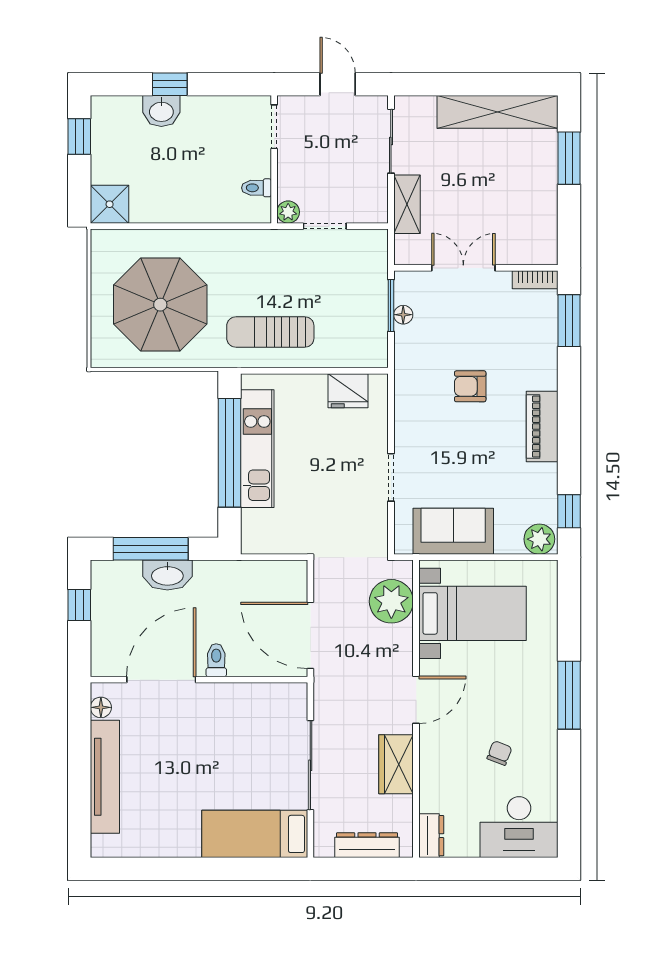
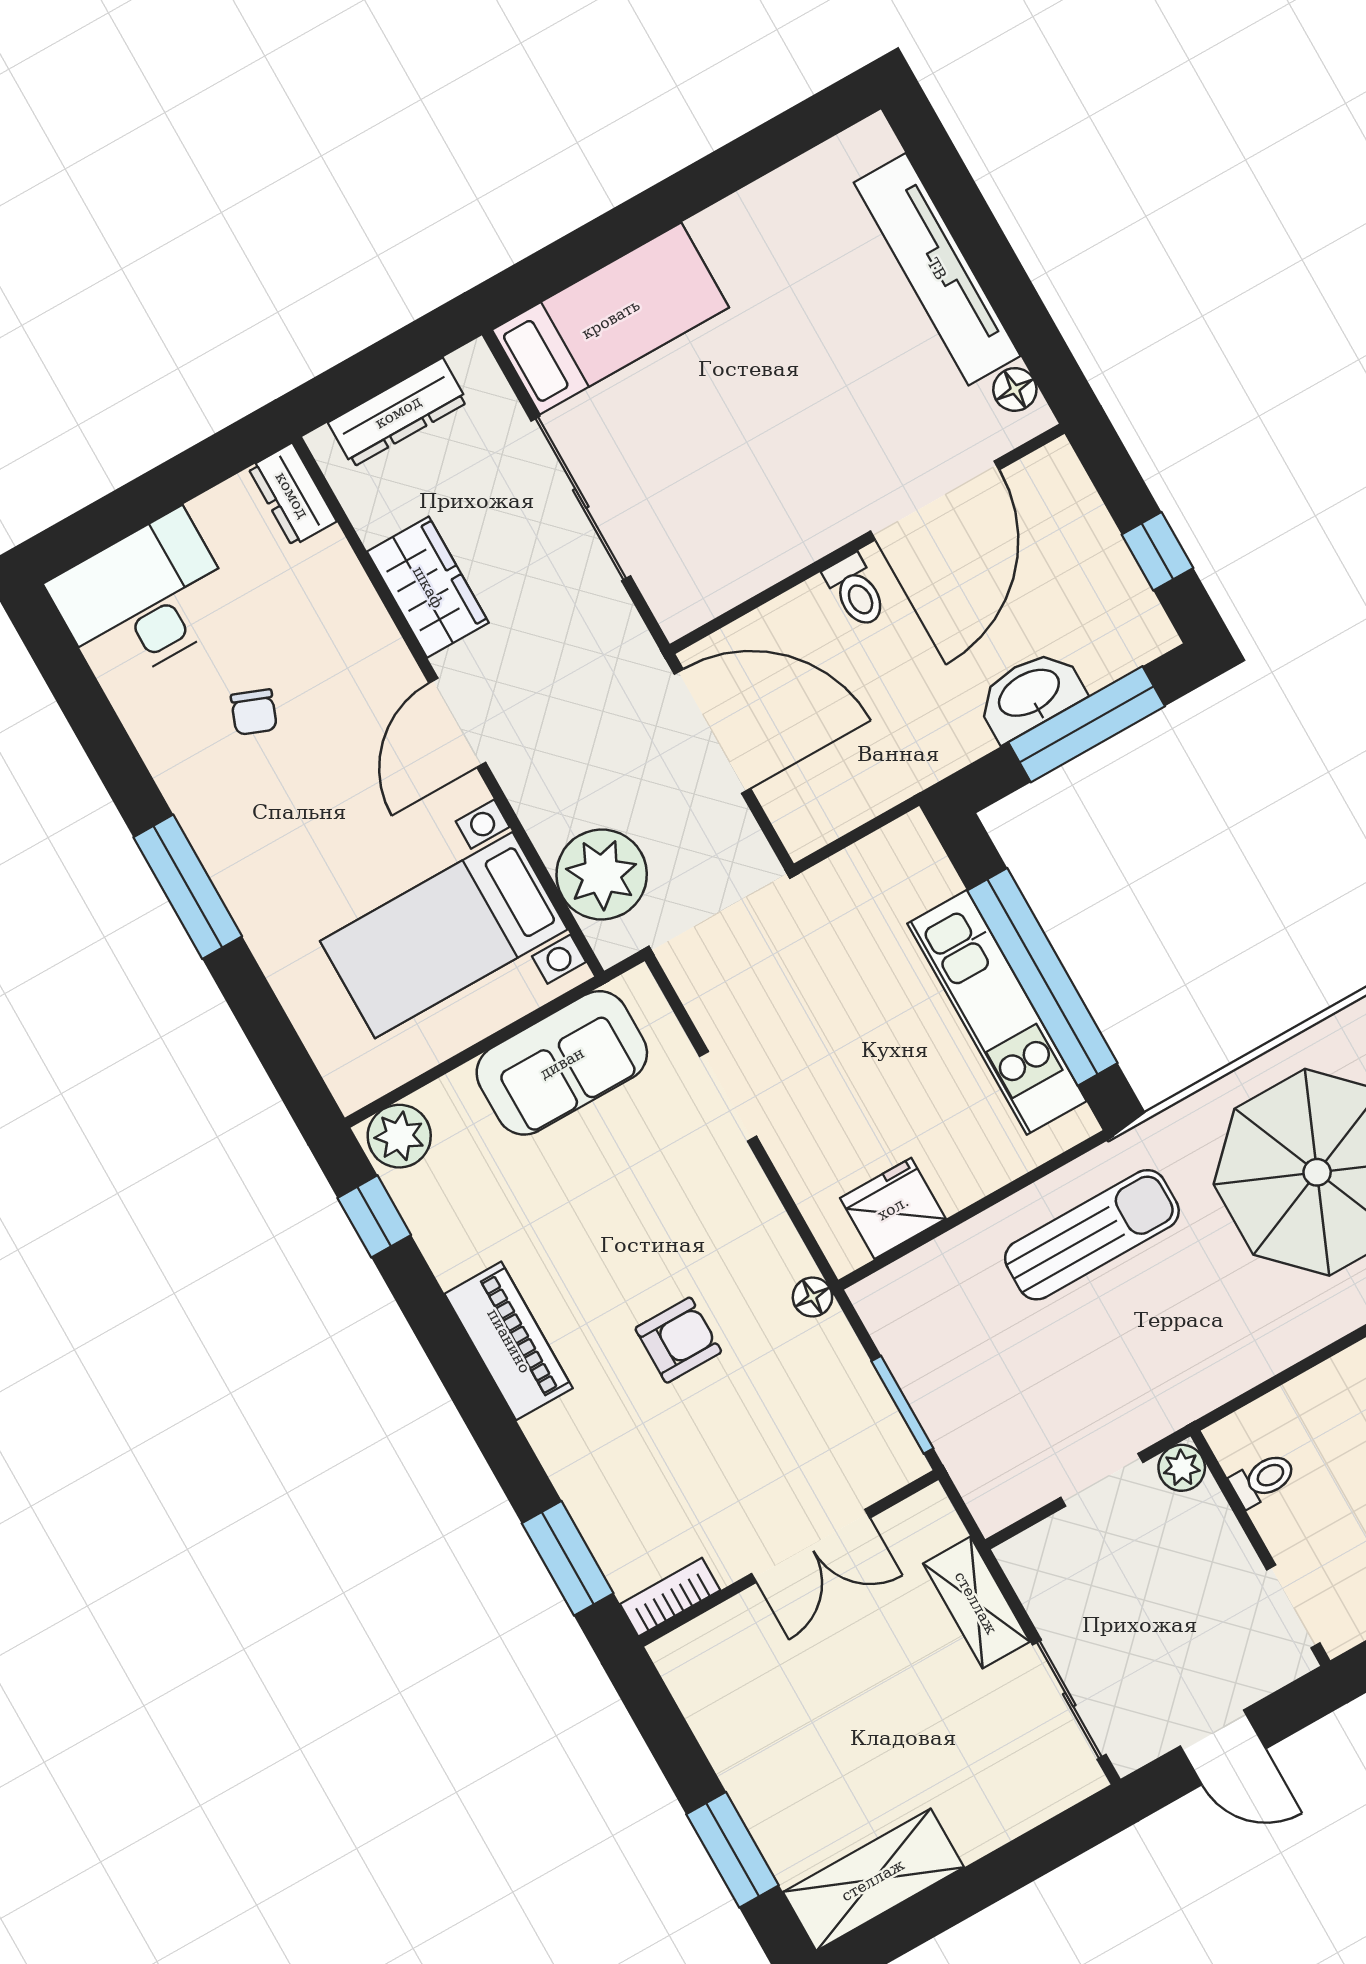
shelving: (497, 112) -> (873, 1880), width x0.68
floor lamp: (403, 315) -> (812, 1297), moved

